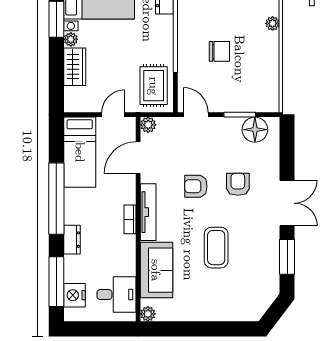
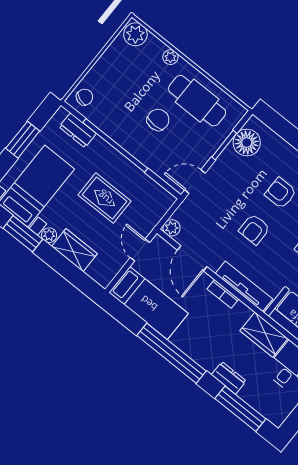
cafe table: (256, 69) -> (197, 101), added
rug: (154, 86) -> (105, 198), moved
bookcase: (130, 219) -> (223, 294), moved
dresser: (72, 240) -> (229, 378), moved
wardrobe: (124, 255) -> (264, 335), added
nightstand: (74, 295) -> (264, 403), removed

